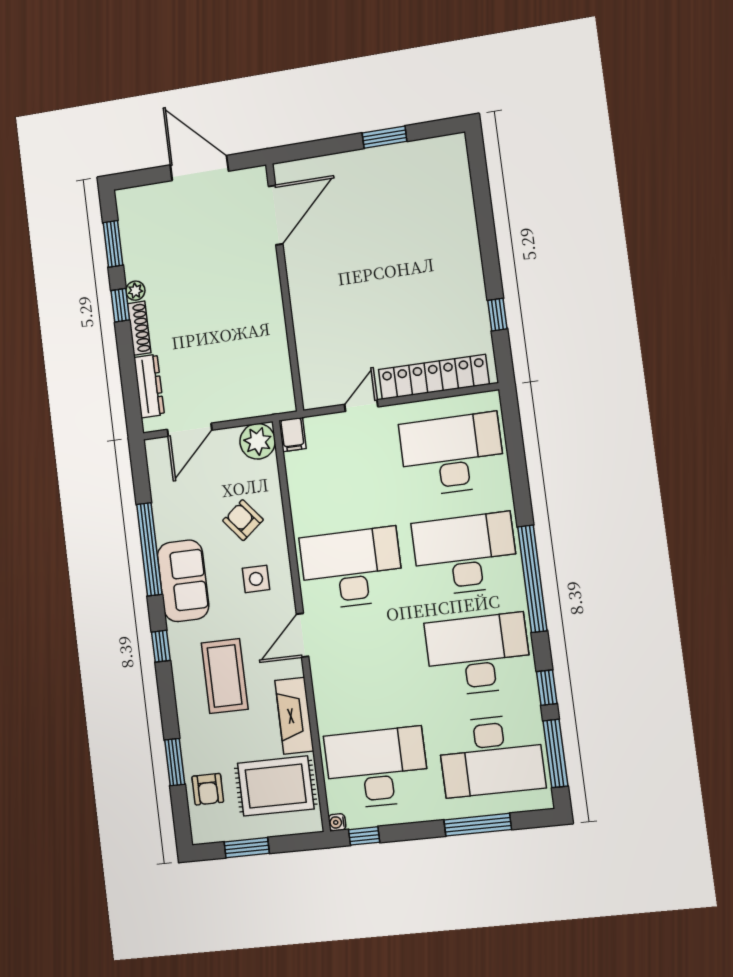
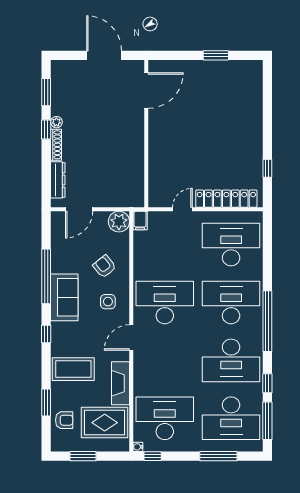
desk: (478, 655) -> (231, 360), turned 180
coffee table: (225, 676) -> (73, 369), moved, turned 90
armchair: (208, 789) -> (64, 420), turned -90

